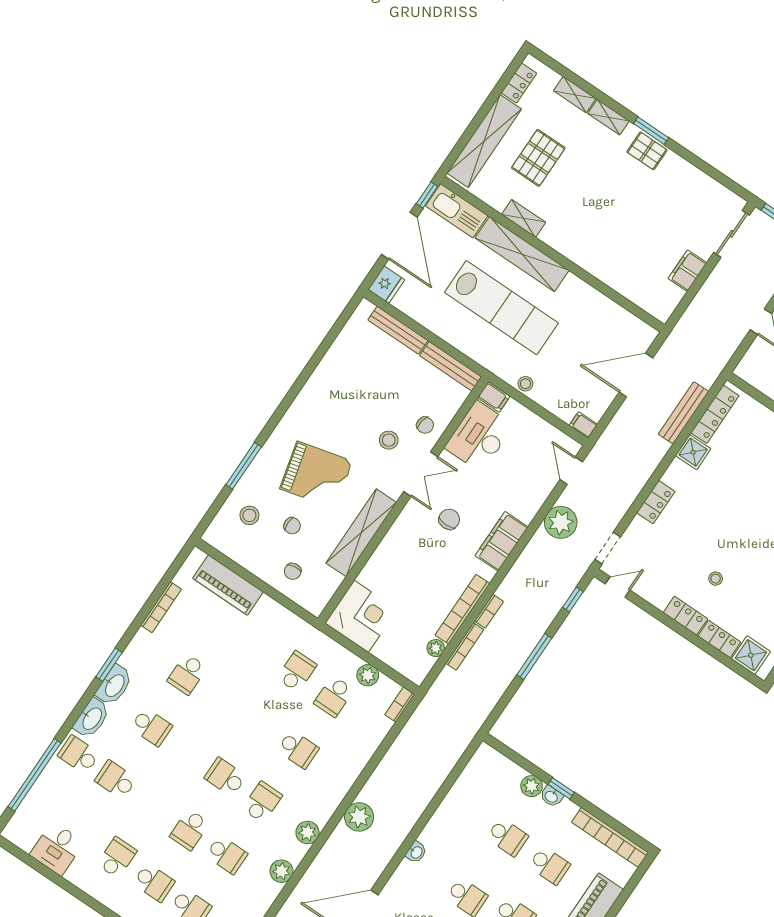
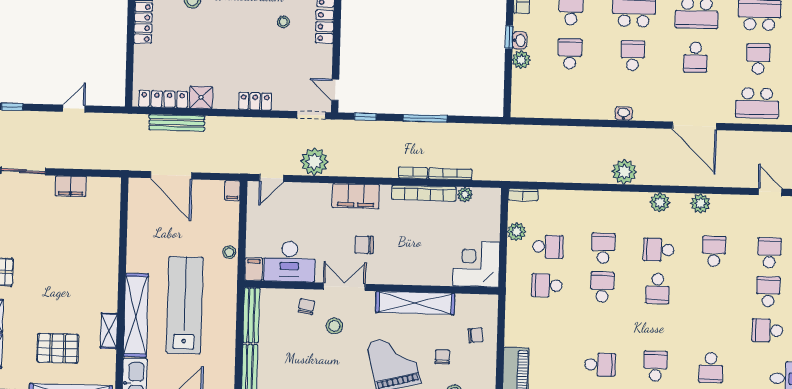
school desk: (190, 830) -> (602, 287), moved, turned -90

